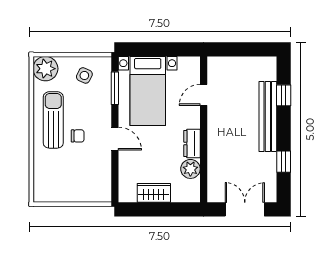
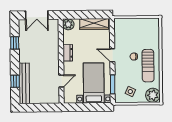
bench: (268, 117) -> (24, 83), moved
plant: (190, 169) -> (68, 24), moved
wardrobe: (154, 193) -> (94, 24), width x1.50

